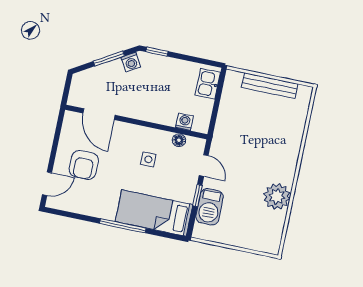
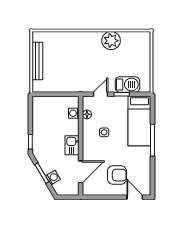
washing machine: (131, 62) -> (53, 178), moved
kitchen sink: (208, 84) -> (72, 145), moved, turned 90

